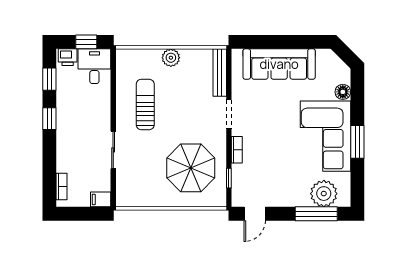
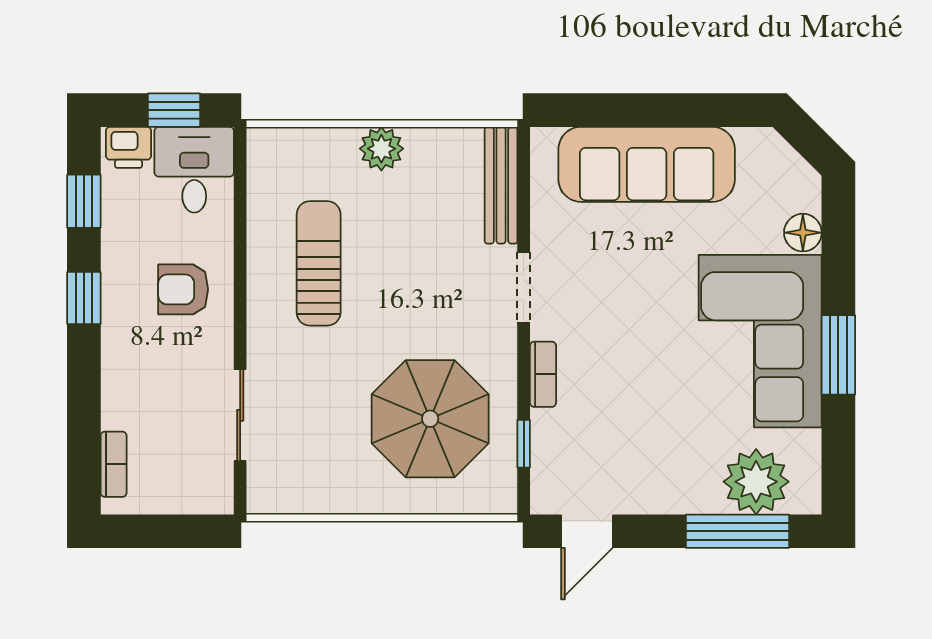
armchair: (90, 115) -> (183, 289), added
sliding door: (113, 150) -> (240, 415), moved
filing cabinet: (101, 199) -> (209, 496), removed

